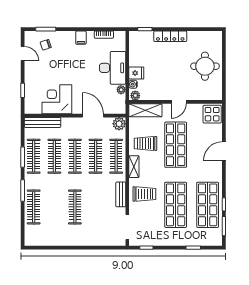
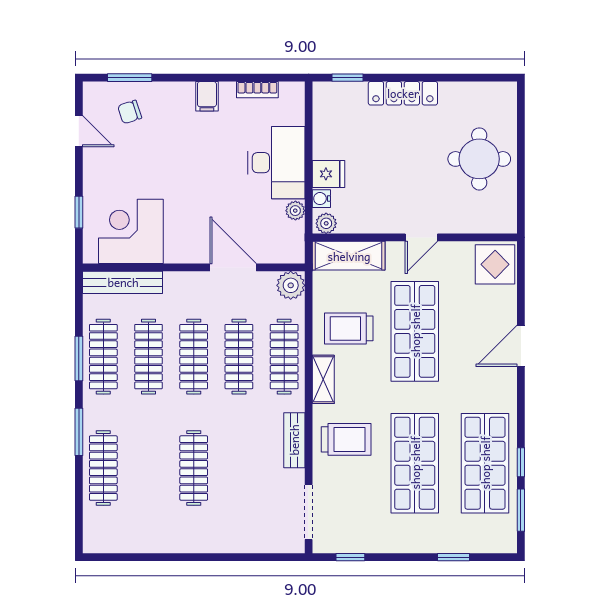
corner desk: (57, 99) -> (131, 231), moved

